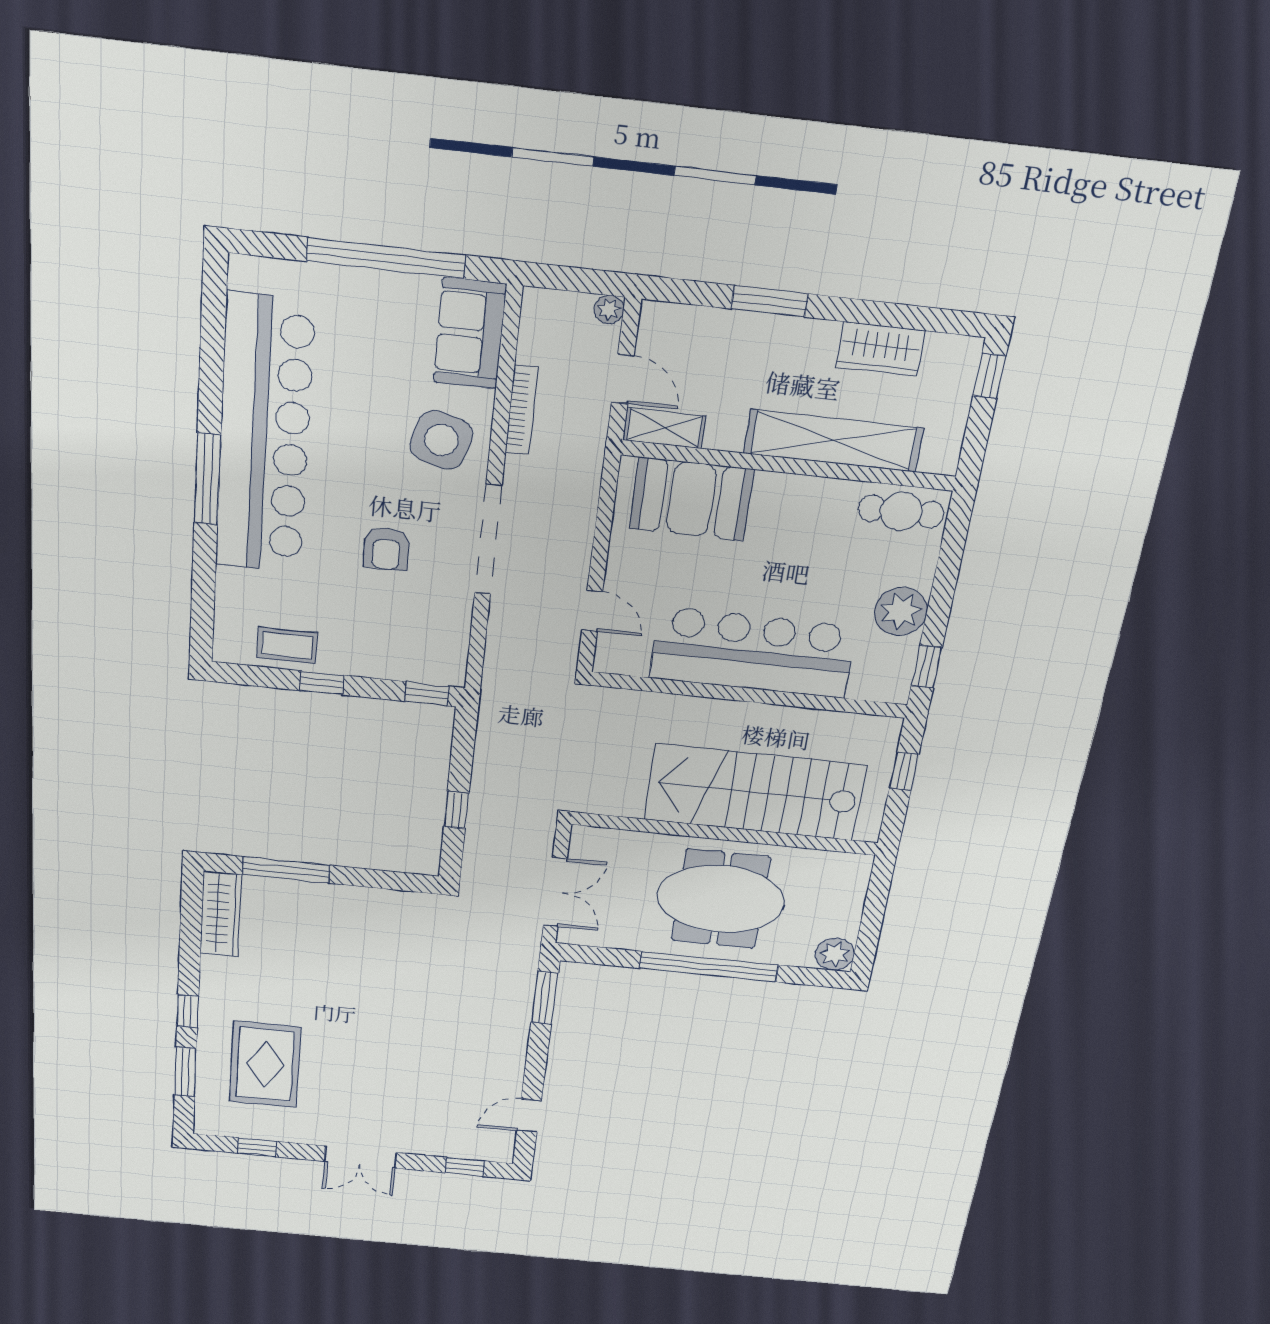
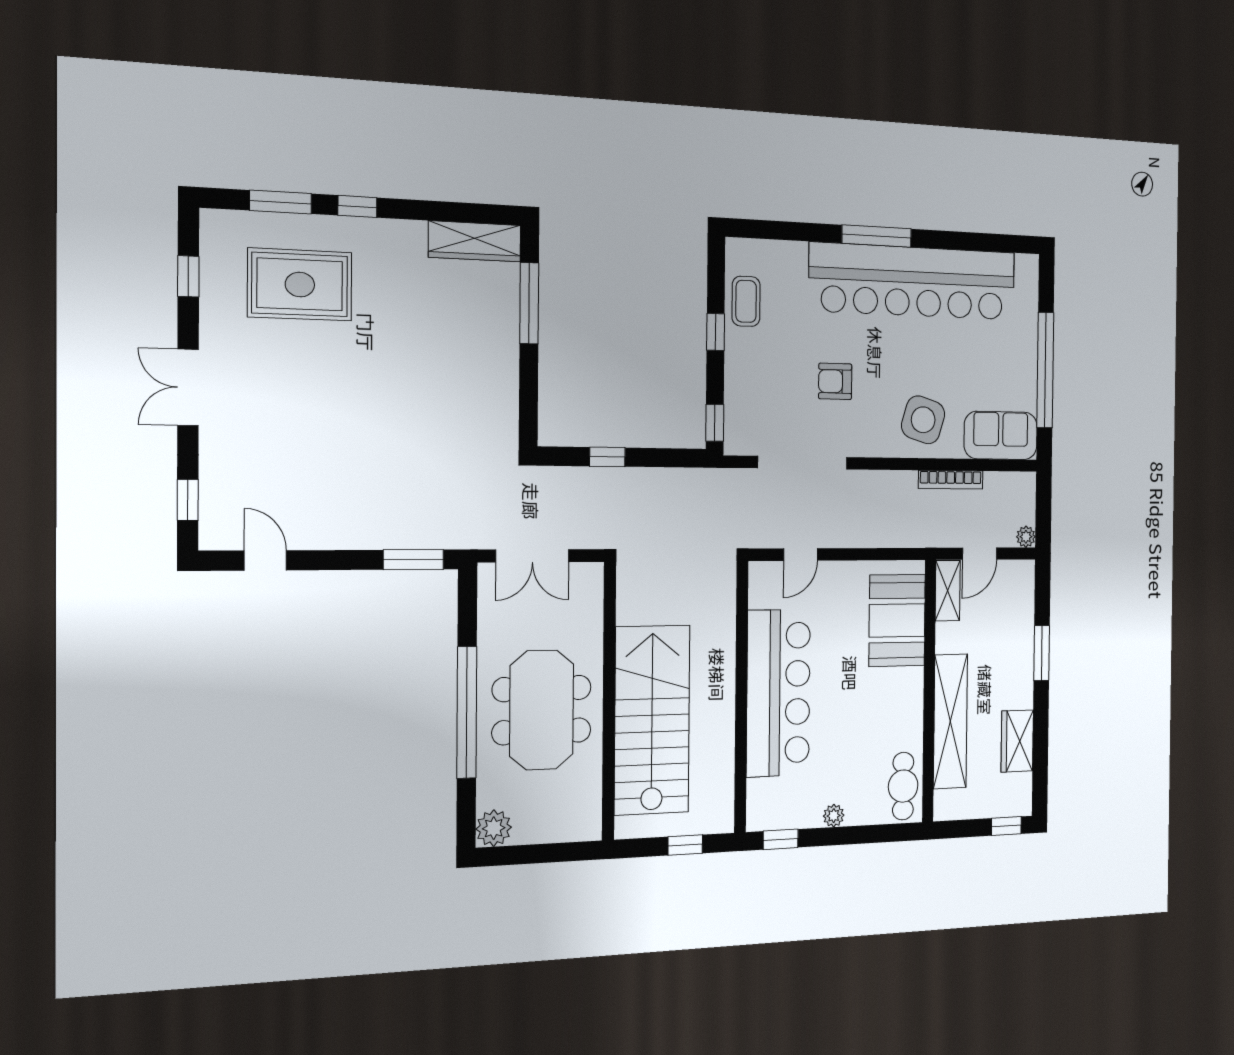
doorway: (488, 540) -> (803, 463), moved
plant: (901, 611) -> (834, 816), width x0.53, depth x0.53

